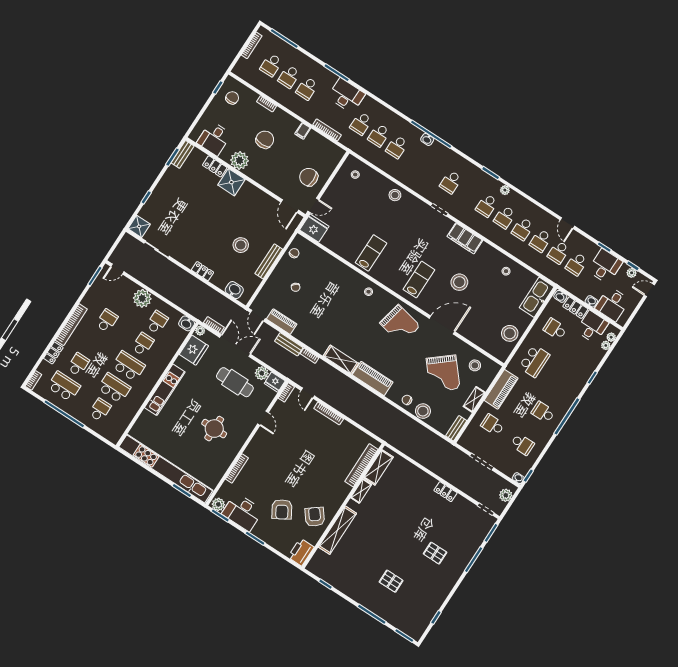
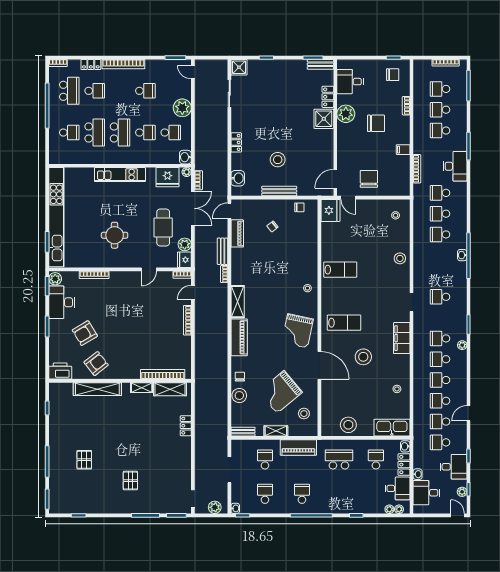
school desk: (534, 361) -> (339, 459), turned 180
school desk: (522, 444) -> (265, 494), turned 180
locker: (446, 492) -> (186, 426), moved

